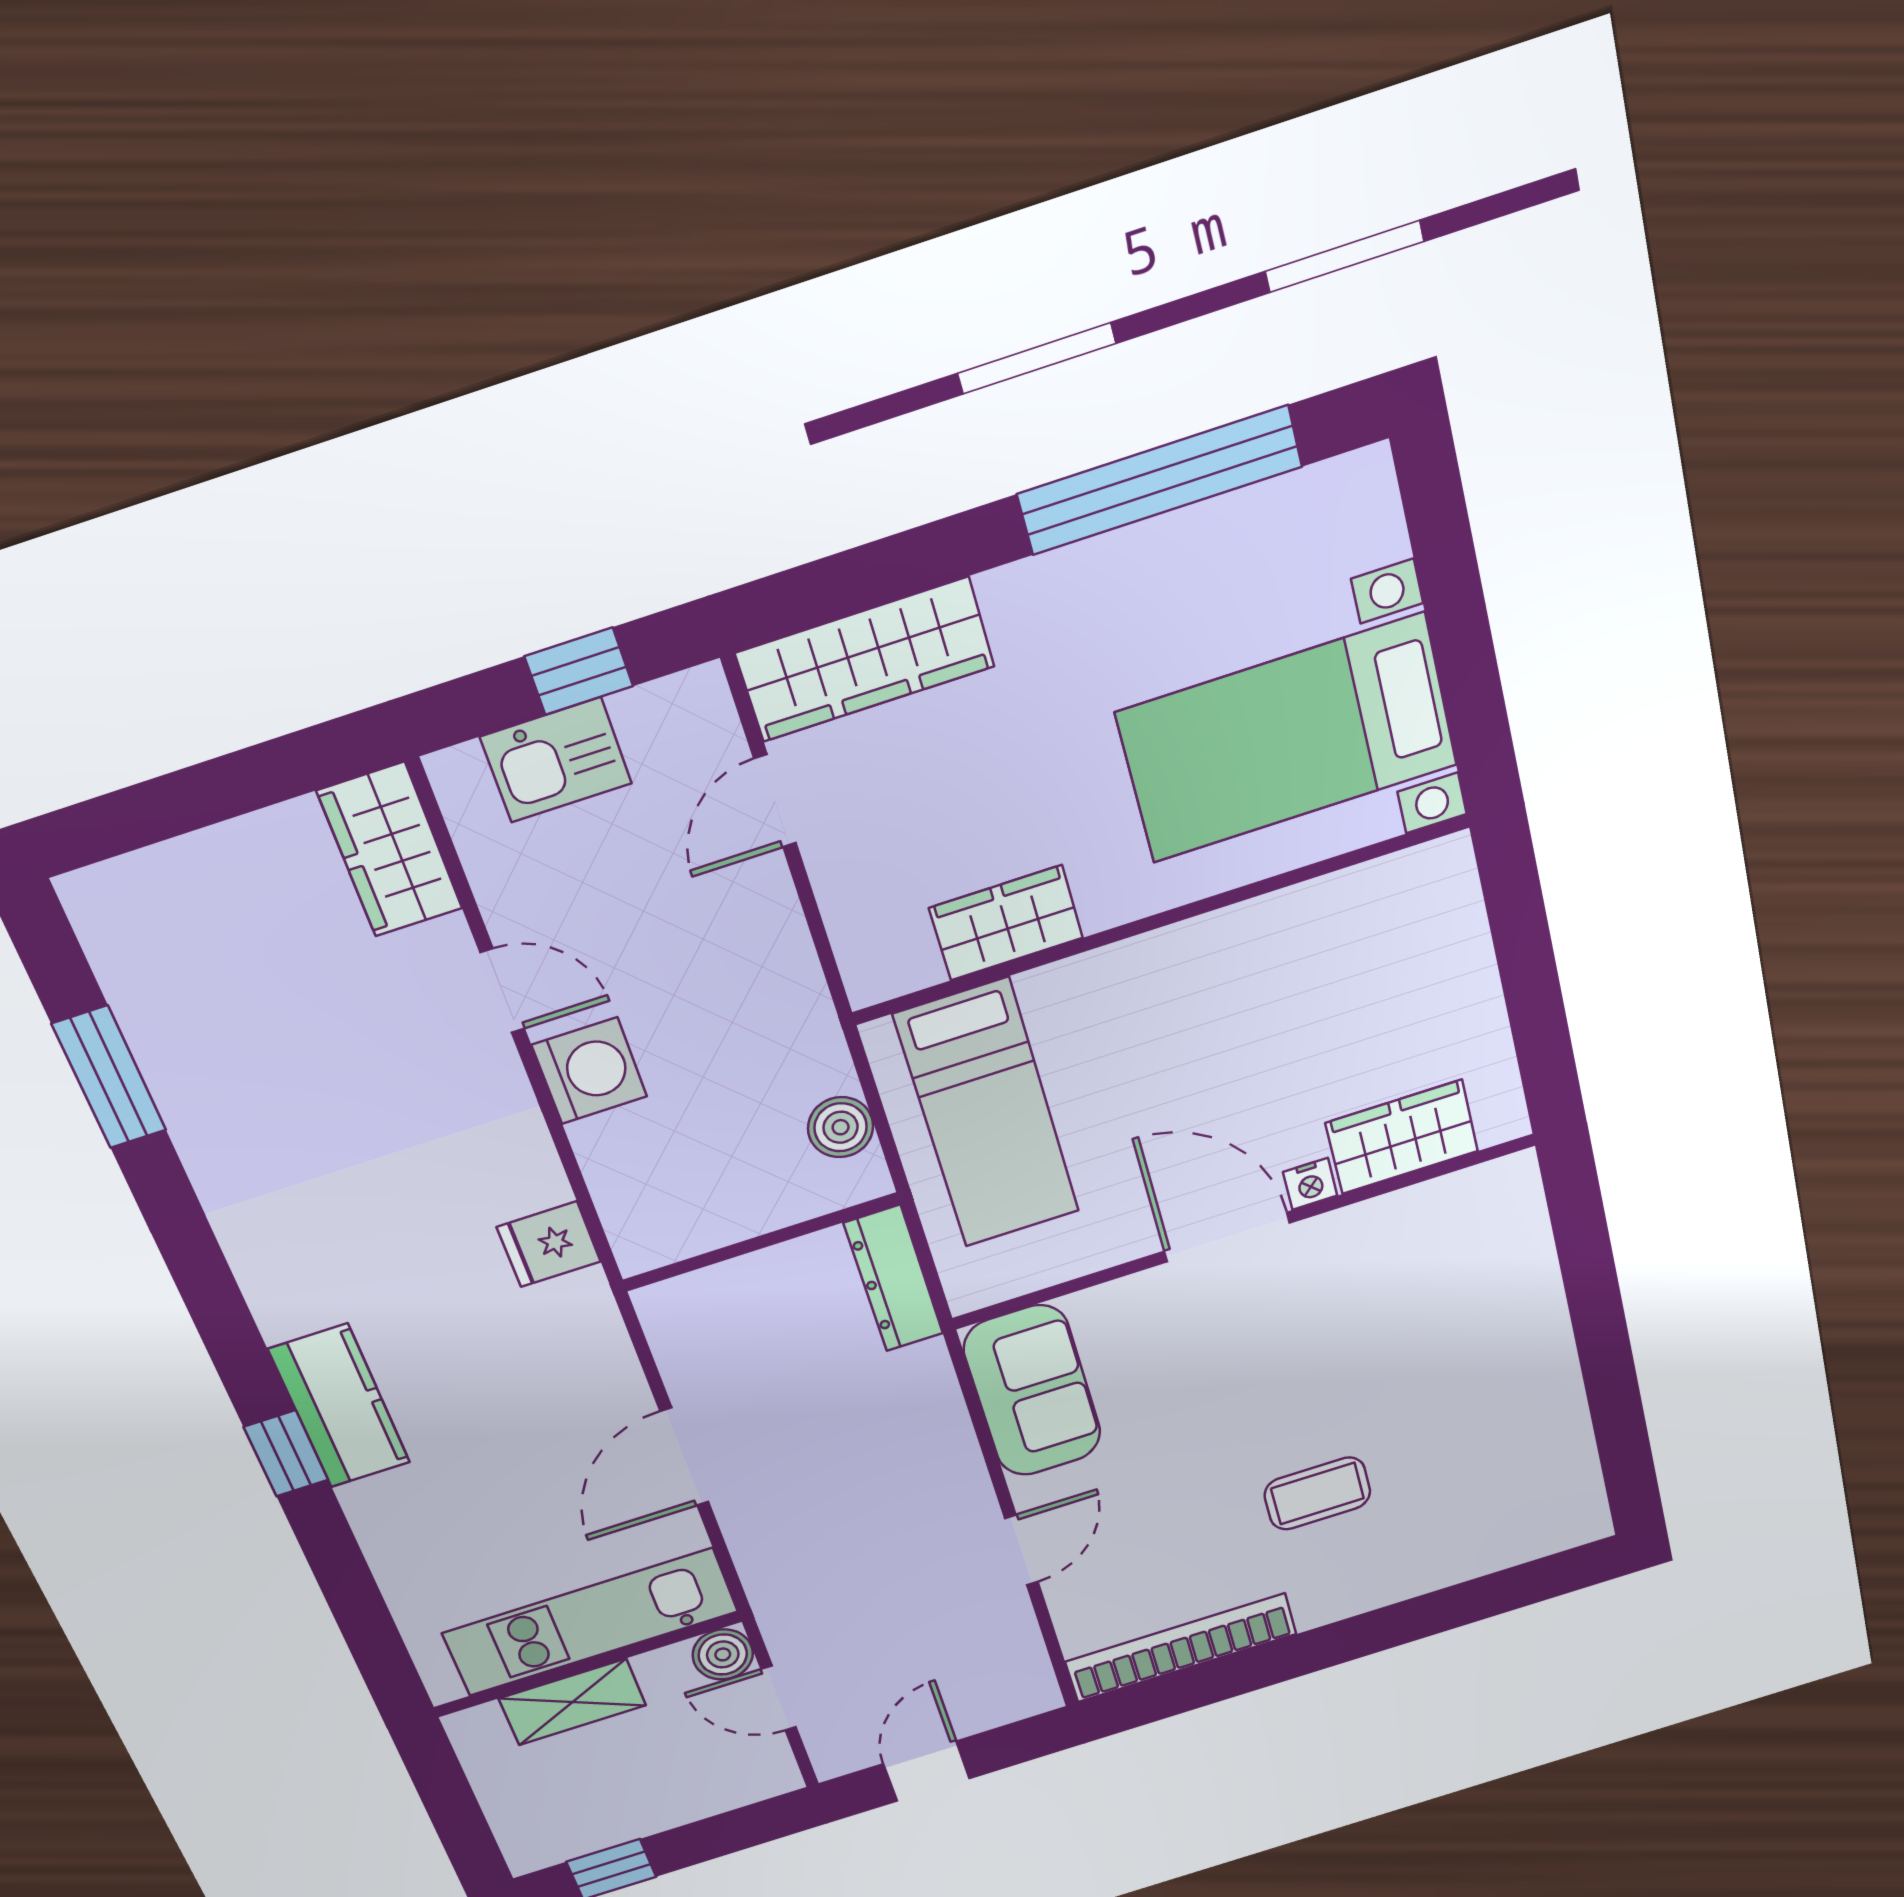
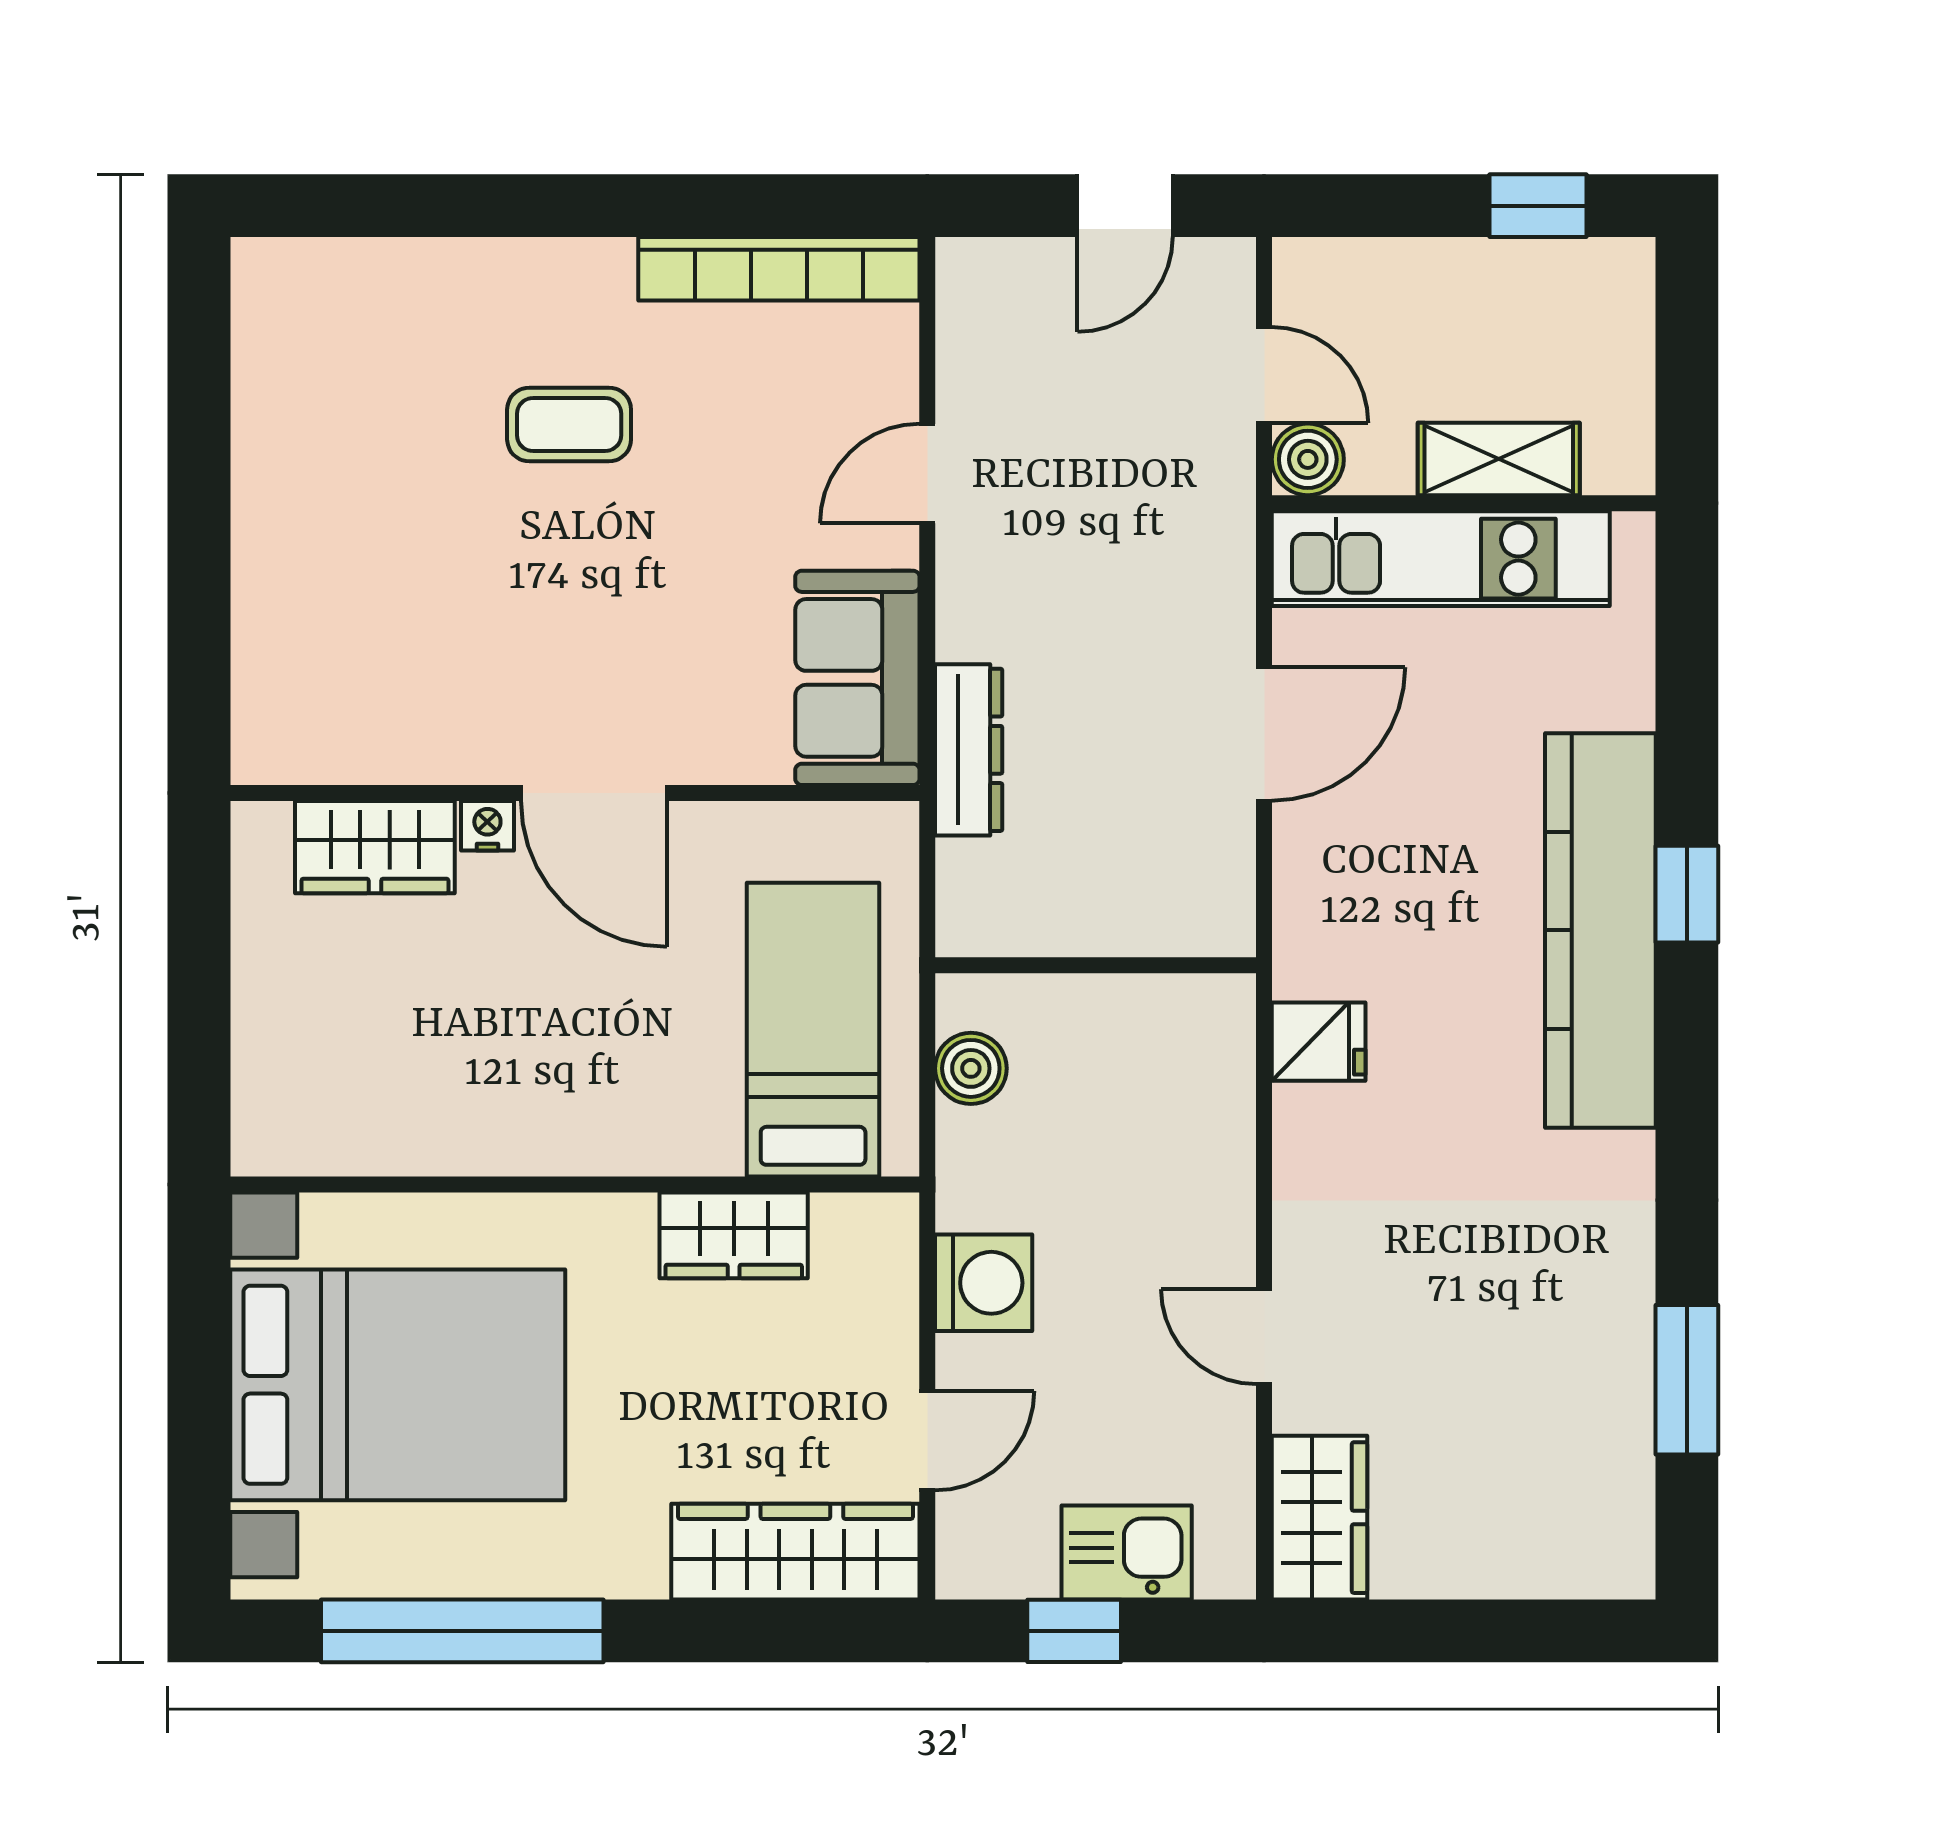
bed with nightstands: (1287, 739) -> (398, 1385), width x1.36
washing machine: (589, 1071) -> (984, 1283), moved, turned 180
dresser: (894, 1278) -> (969, 750), moved
kitchen counter: (339, 1406) -> (1600, 930), width x2.08, depth x1.17

